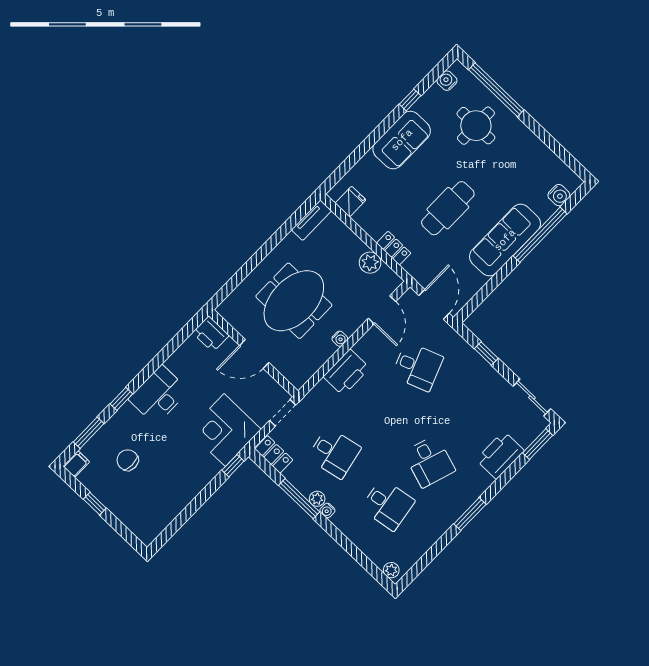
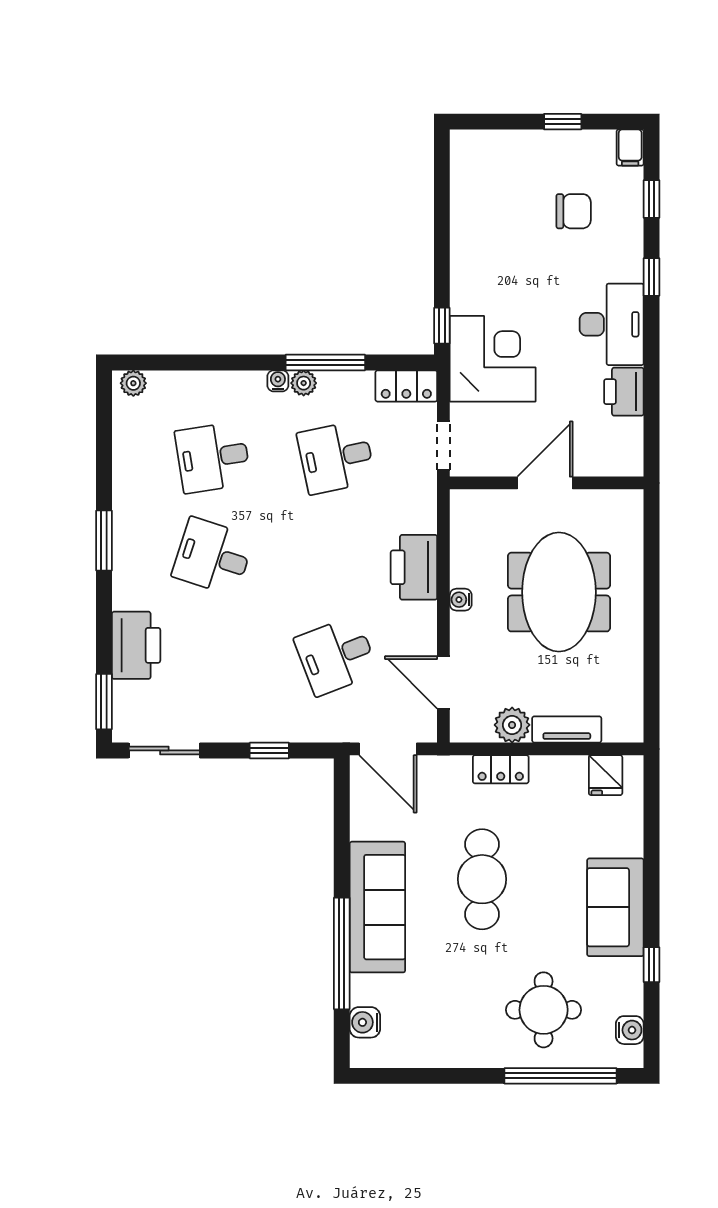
tv unit: (311, 220) -> (567, 729), moved, turned 90
printer: (211, 334) -> (624, 392), moved, turned -90
window: (89, 433) -> (652, 199), width x0.67

